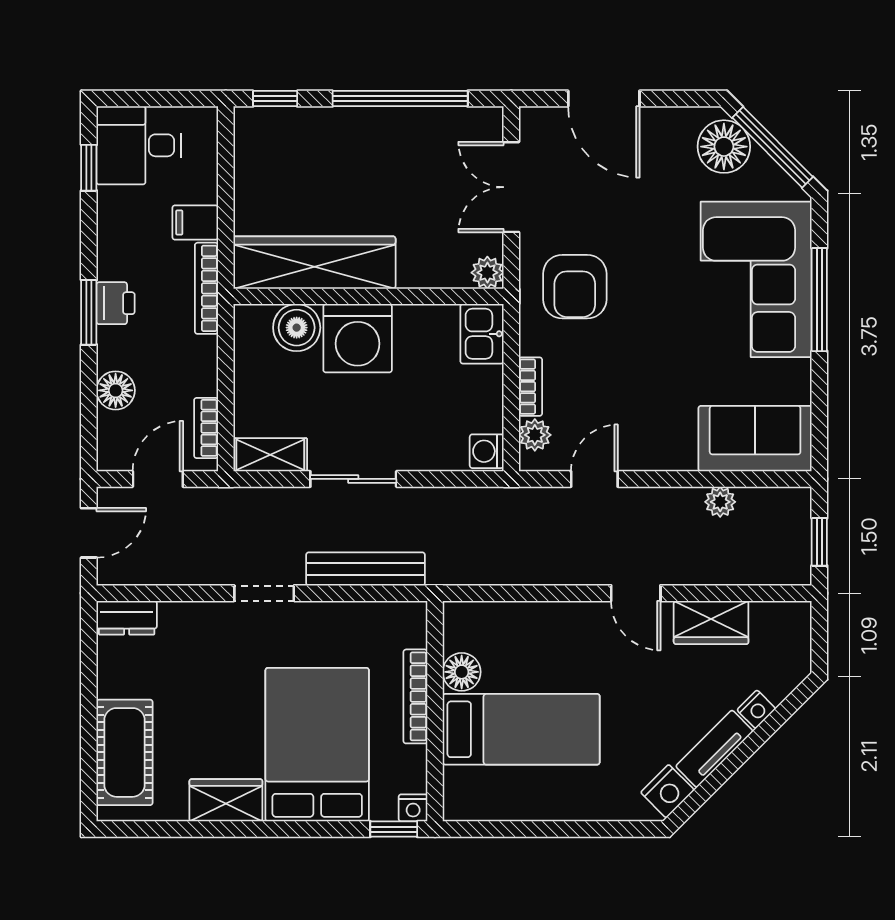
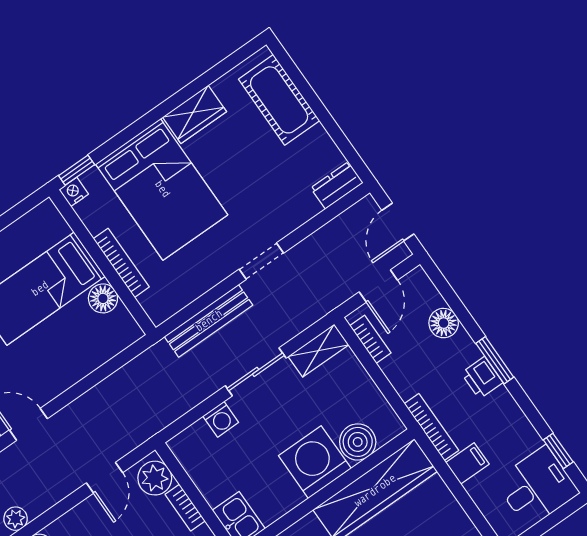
plant: (535, 435) -> (155, 478), width x1.38, depth x1.38
washing machine: (487, 451) -> (221, 419), moved, turned 90

